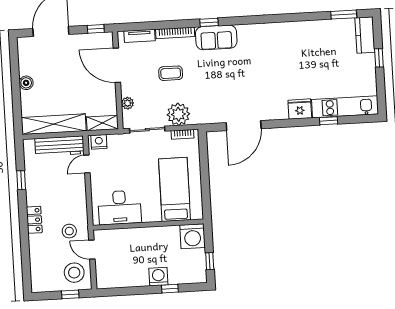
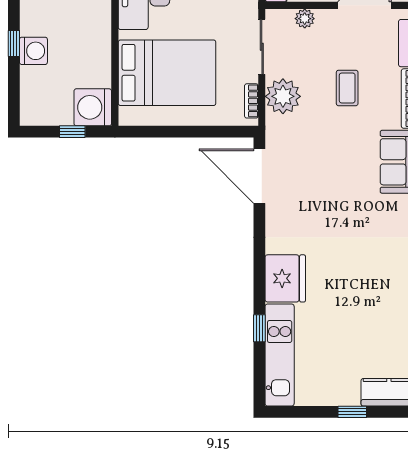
fridge: (300, 109) -> (285, 278), width x1.36, depth x1.34
door: (244, 126) -> (259, 176), moved
bed: (175, 189) -> (167, 73), width x1.50
window: (210, 261) -> (72, 132), moved
window: (170, 289) -> (14, 44), moved

